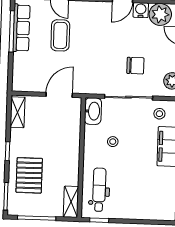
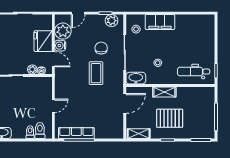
coffee table: (60, 35) -> (96, 73), moved, turned 90
door: (59, 95) -> (125, 103), swing flipped
pallet: (29, 175) -> (170, 118), moved
shelving: (71, 202) -> (164, 92), moved

